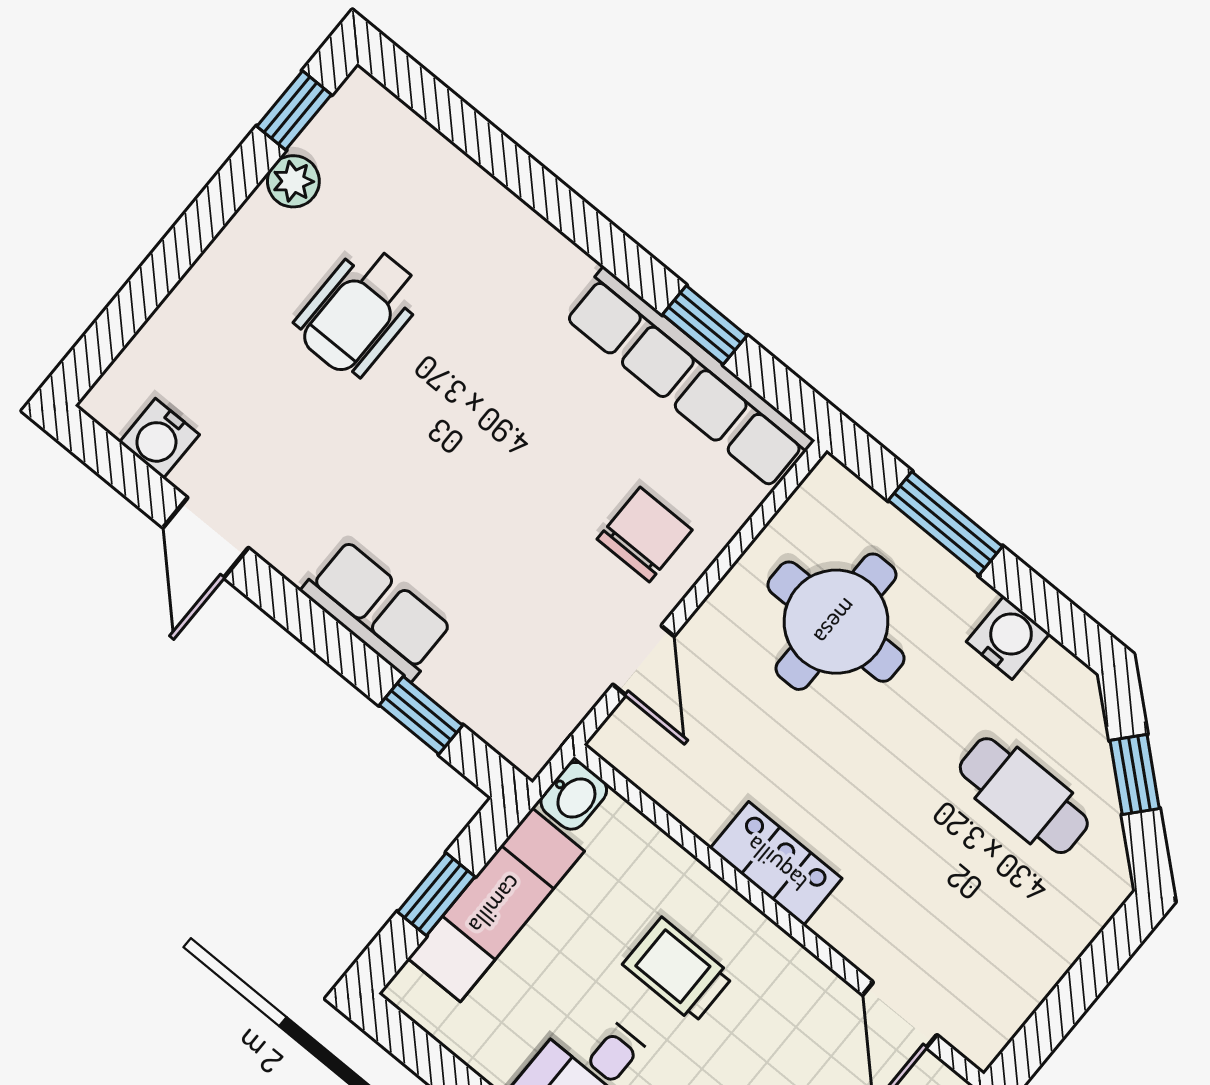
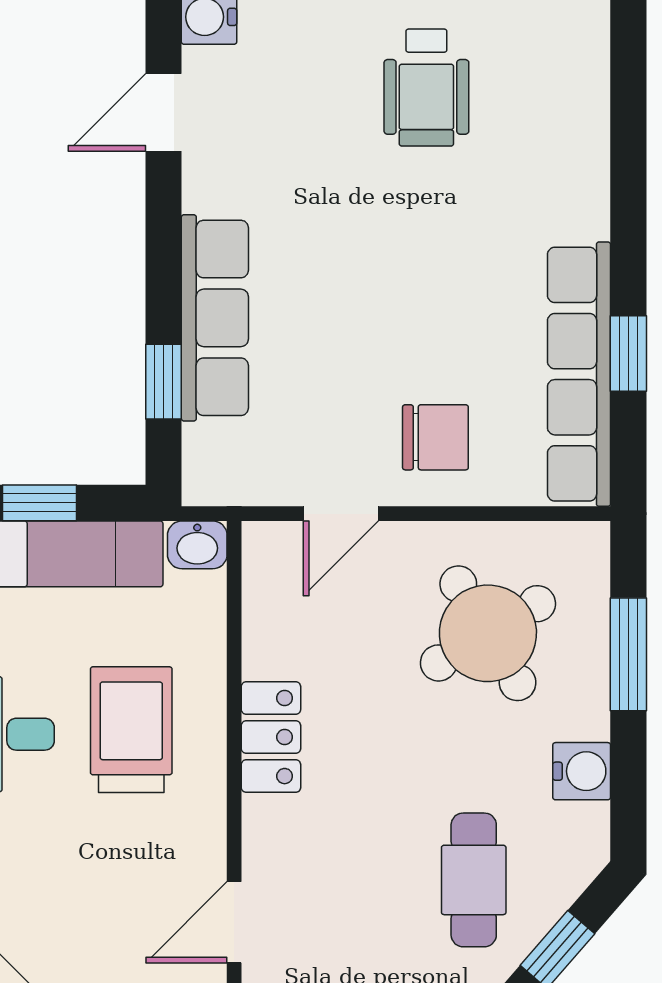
wheelchair: (359, 311) -> (426, 88), turned -90
row of seats: (377, 610) -> (215, 318), width x1.48
round table: (836, 622) -> (488, 633), turned -31
trolley: (678, 970) -> (131, 730), width x1.36, depth x1.39

